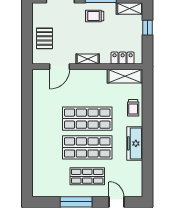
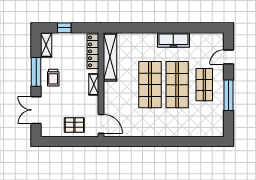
locker: (123, 58) -> (93, 51), width x1.53
door: (60, 67) -> (101, 124), moved
shelving: (125, 76) -> (110, 57), width x1.47
trolley: (133, 108) -> (140, 41), removed

